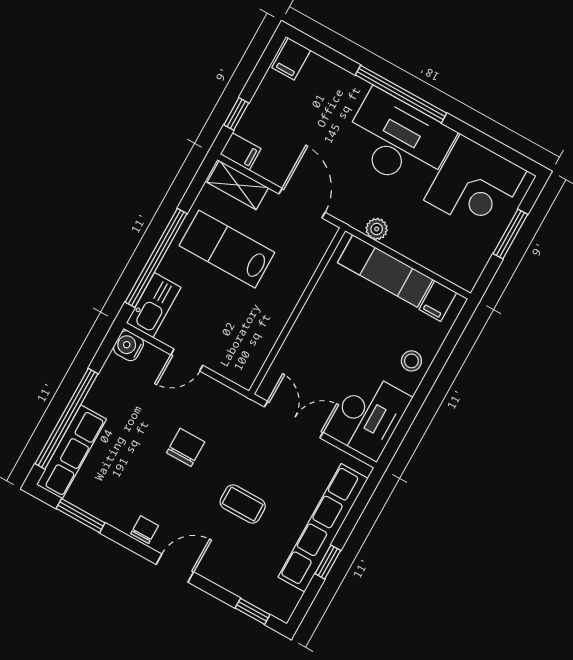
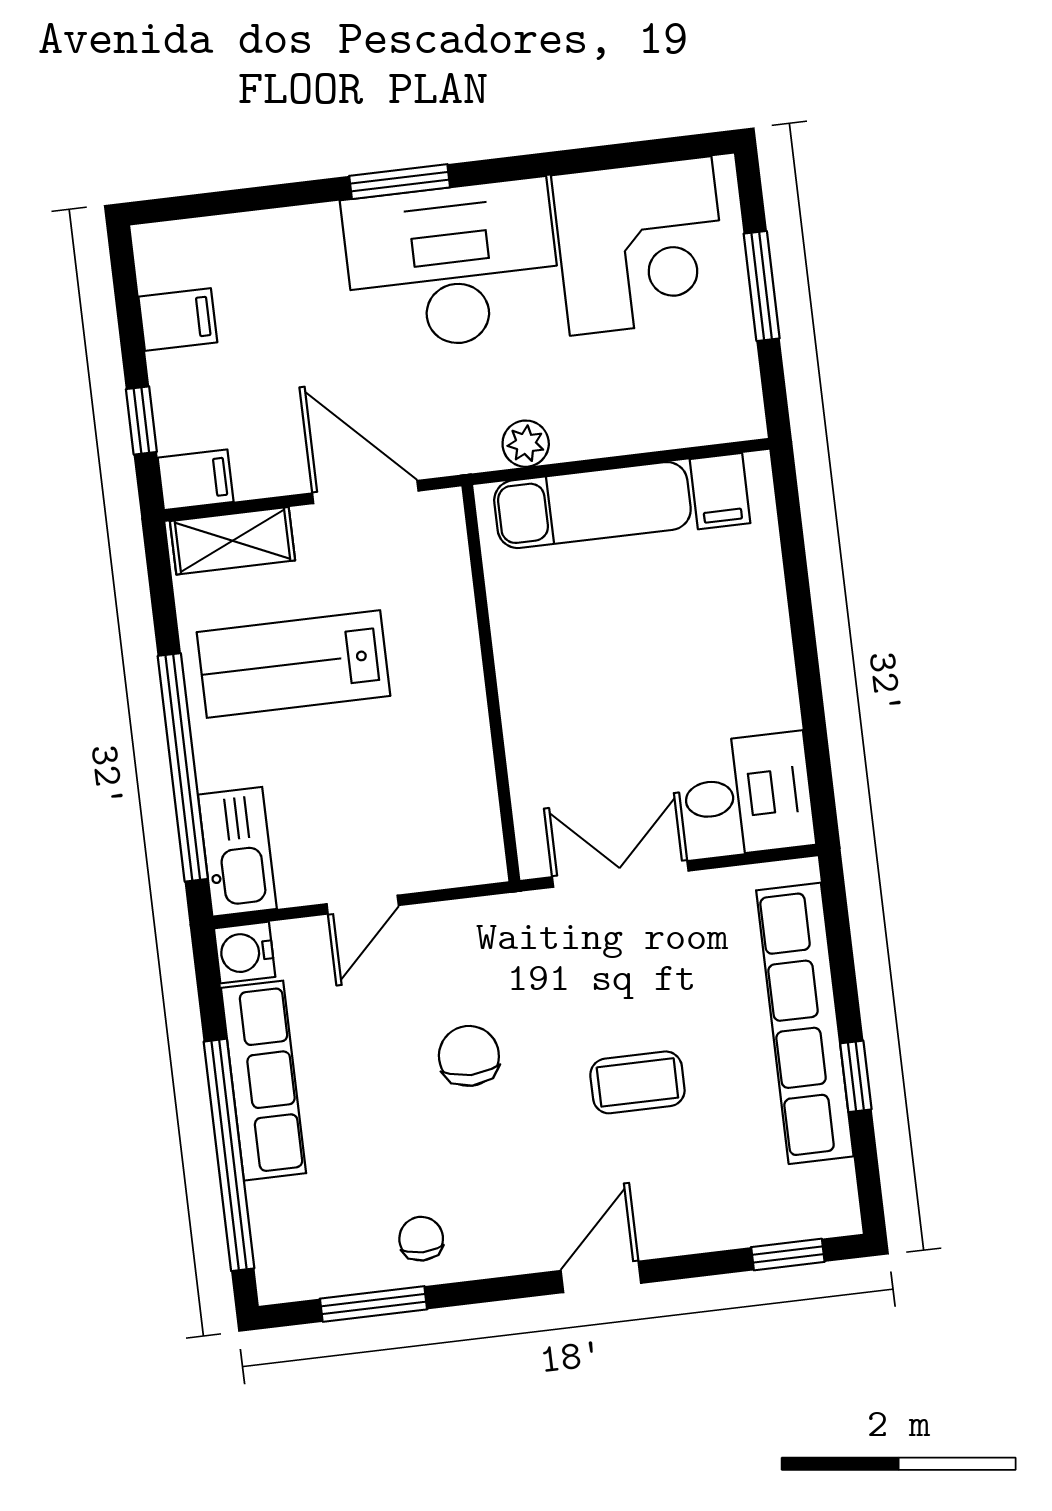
filing cabinet: (291, 59) -> (178, 319), moved, turned -90
window: (401, 94) -> (400, 182), width x0.47
stool: (411, 361) -> (749, 627), removed
desk: (369, 416) -> (748, 795), width x0.73
row of seats: (71, 452) -> (264, 1081), moved
chair: (145, 530) -> (421, 1239), moved

